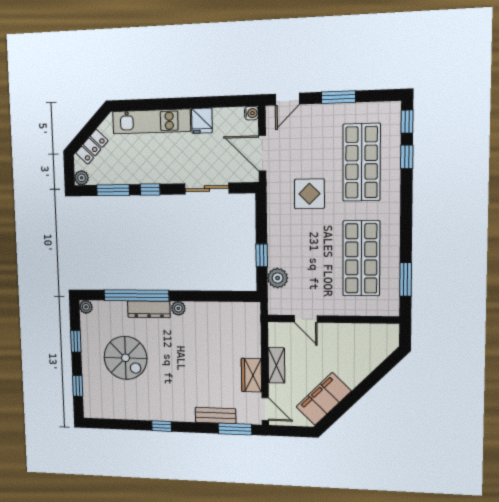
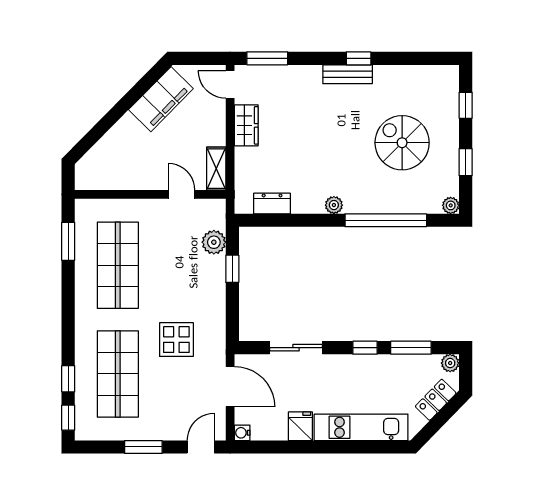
dresser: (149, 309) -> (272, 203), moved, width x0.70
shelving: (276, 365) -> (216, 169), moved
bench: (215, 415) -> (348, 74), moved

